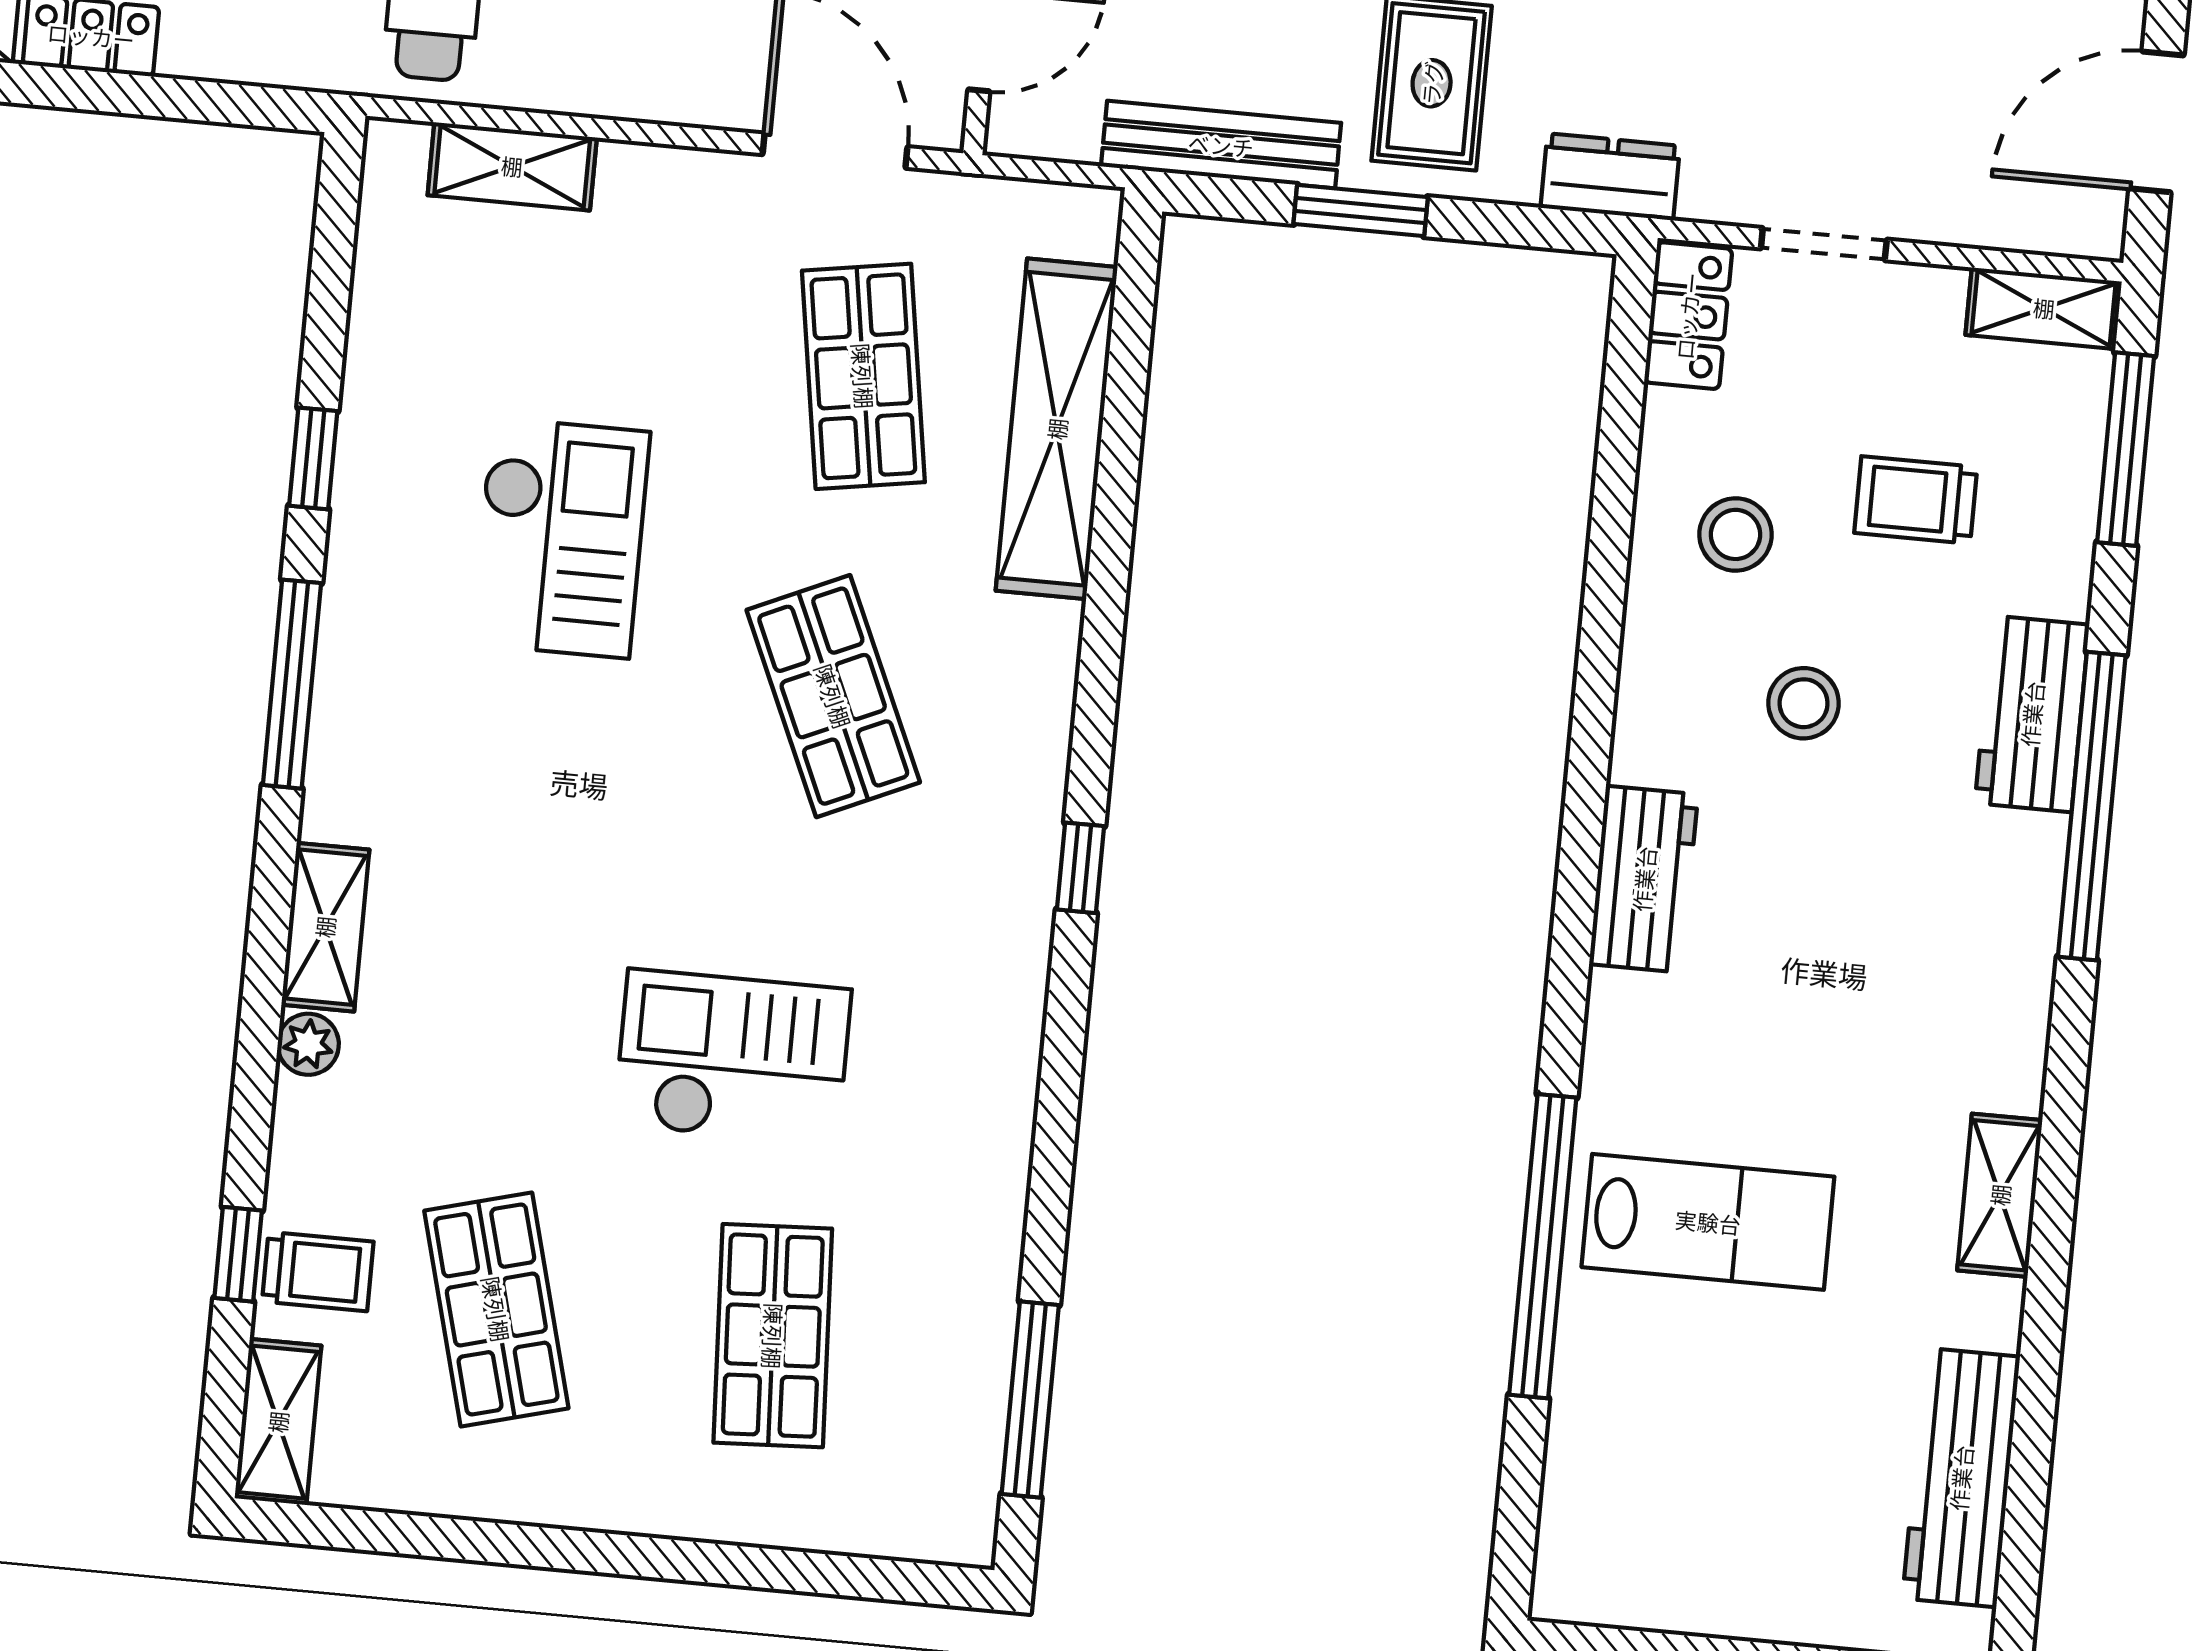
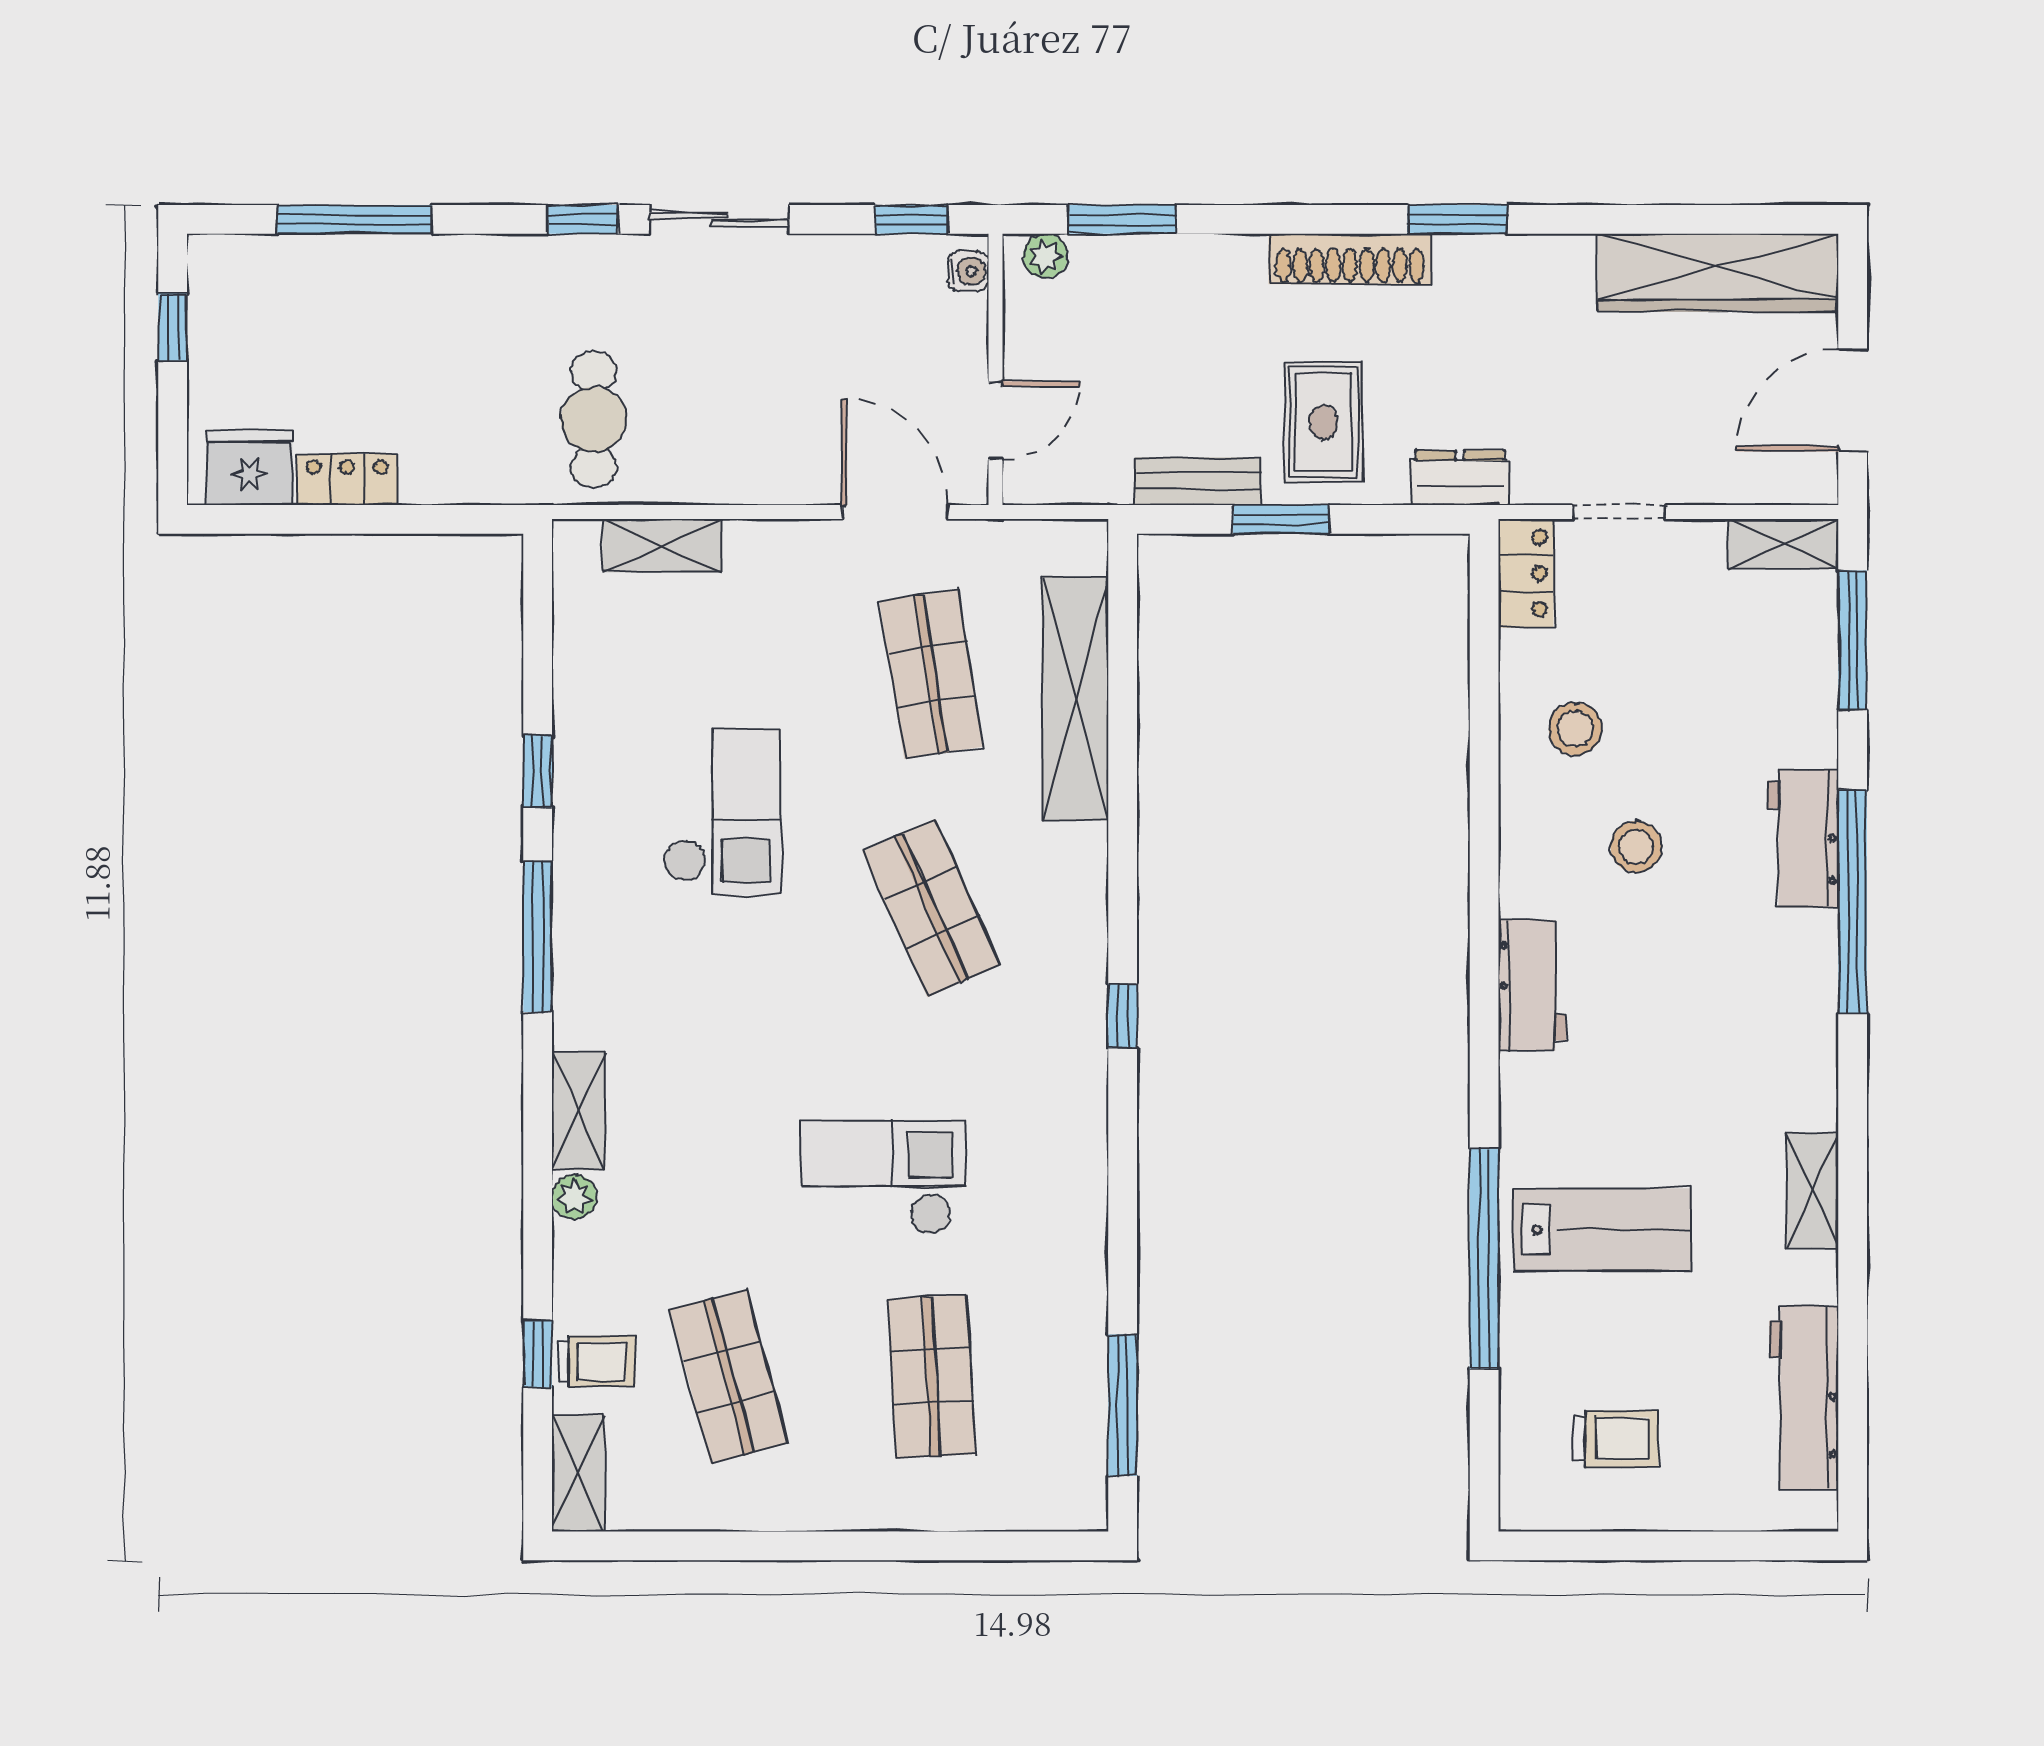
bench: (1221, 145) -> (1198, 481), width x0.73
trolley: (1916, 500) -> (1616, 1439), moved, turned 180

